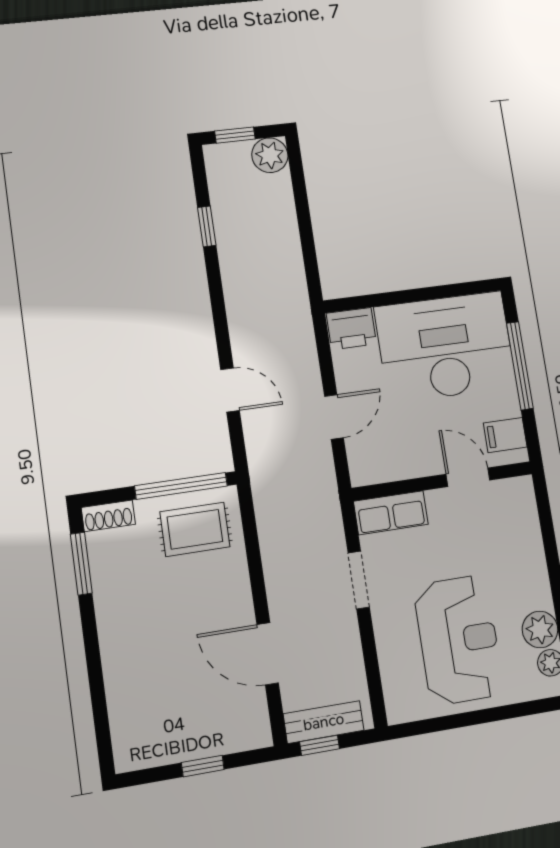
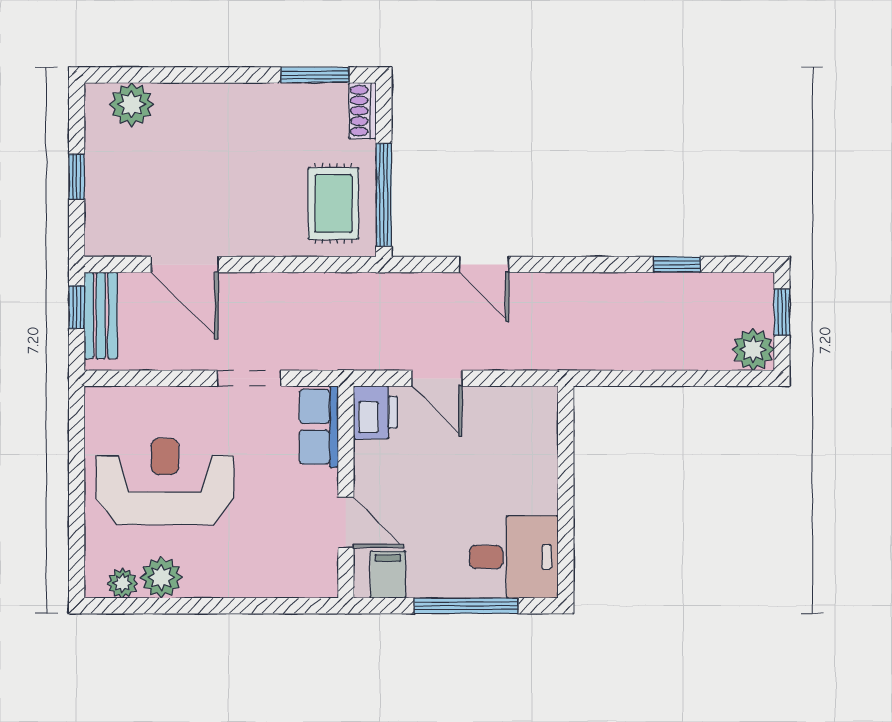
printer: (351, 329) -> (375, 412), moved, turned 180
desk: (445, 347) -> (514, 557), width x0.53, depth x0.77
door: (230, 390) -> (484, 265), hinge flipped
door: (468, 477) -> (346, 523), hinge flipped
reception desk: (459, 640) -> (165, 482), turned 180
door: (268, 654) -> (185, 265), swing flipped
plant: (130, 727) -> (132, 105), added

